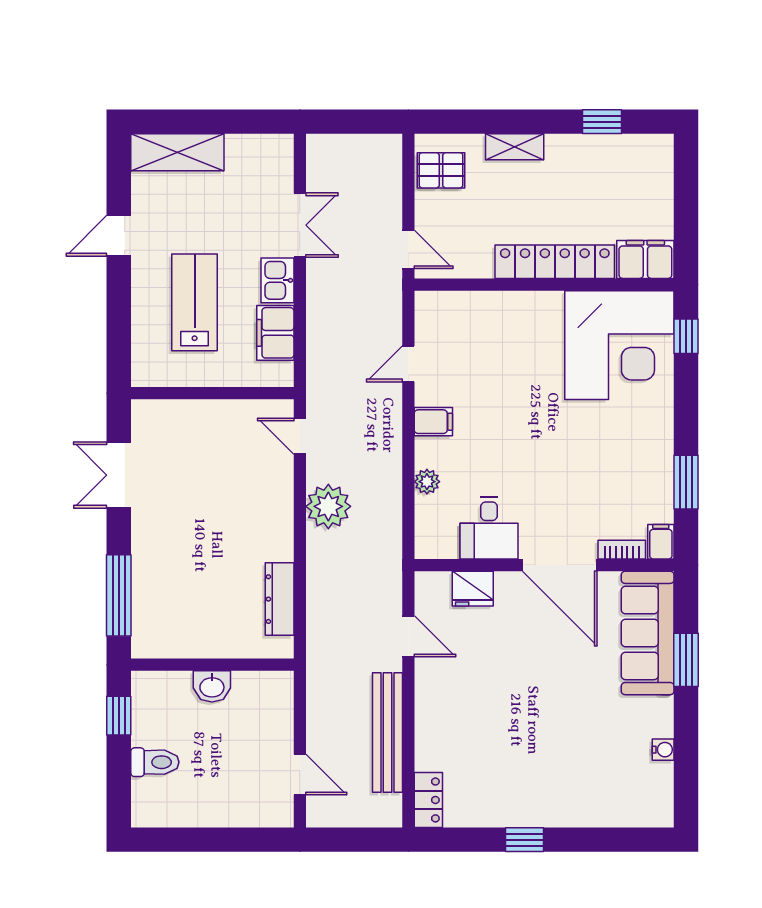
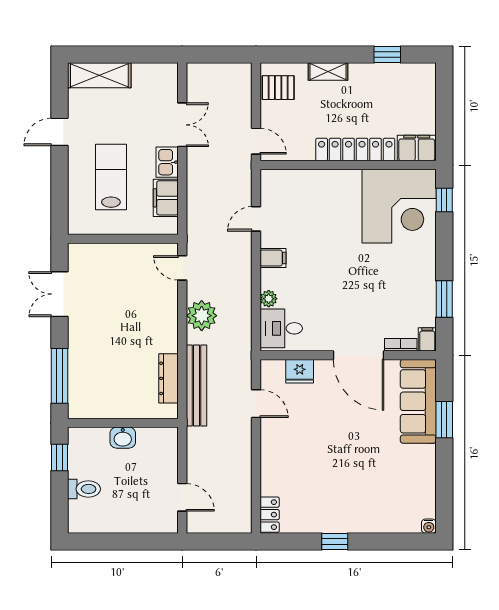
desk: (489, 528) -> (281, 328), moved, turned 90
bench: (387, 732) -> (197, 386), moved
water cooler: (663, 750) -> (429, 526), moved, turned 90

